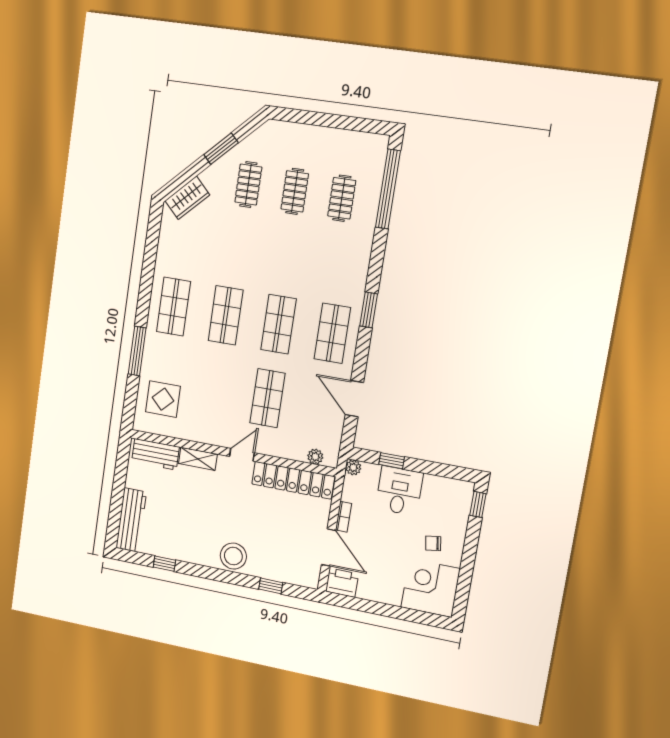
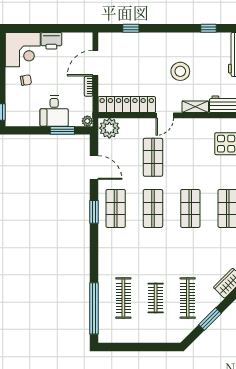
clothes rail: (248, 185) -> (188, 298), width x1.36
clothes rail: (342, 198) -> (123, 298), width x1.36
window: (369, 310) -> (94, 212), moved
plant: (315, 457) -> (109, 128), width x1.87, depth x1.87
window: (392, 461) -> (62, 130), width x1.50
door: (329, 547) -> (95, 63), hinge flipped
stool: (233, 556) -> (180, 71), moved
printer: (342, 583) -> (51, 41), moved

